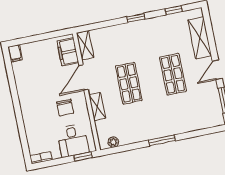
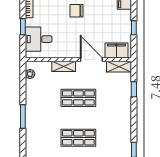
window: (136, 18) -> (134, 89), moved
window: (39, 38) -> (134, 28), added
chair: (65, 108) -> (76, 11), moved
window: (83, 157) -> (23, 27), moved

